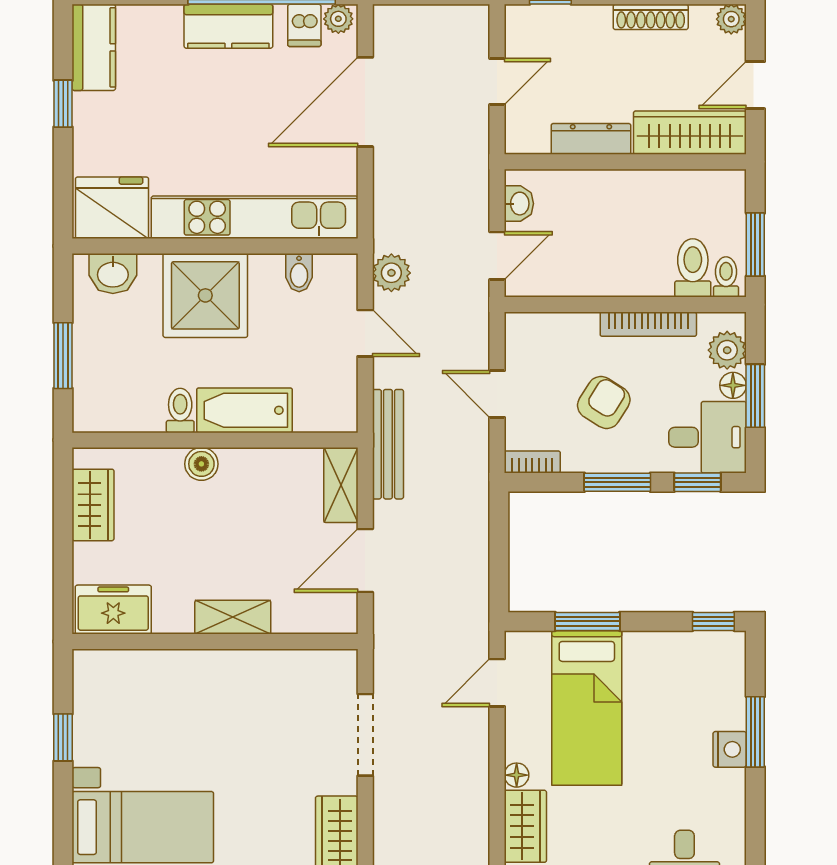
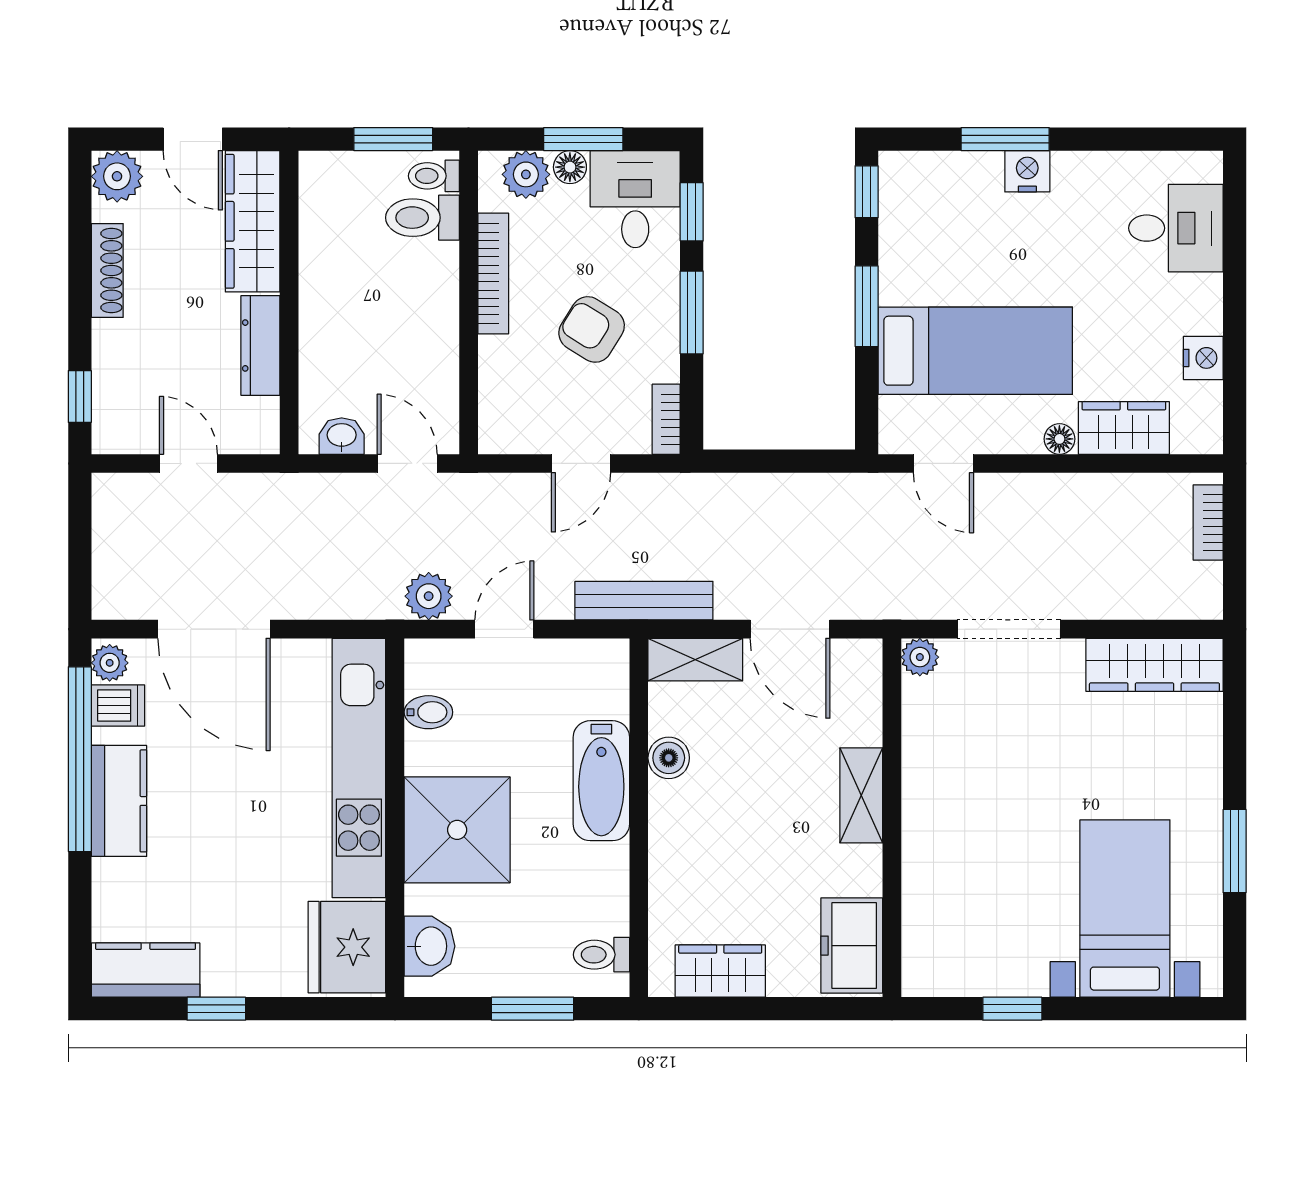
plant: (731, 19) -> (117, 176), width x1.38, depth x1.38
toilet: (180, 410) -> (602, 955), moved
boiler: (201, 464) -> (669, 758), moved
window: (587, 621) -> (867, 306), moved
plant: (343, 664) -> (920, 657), added

